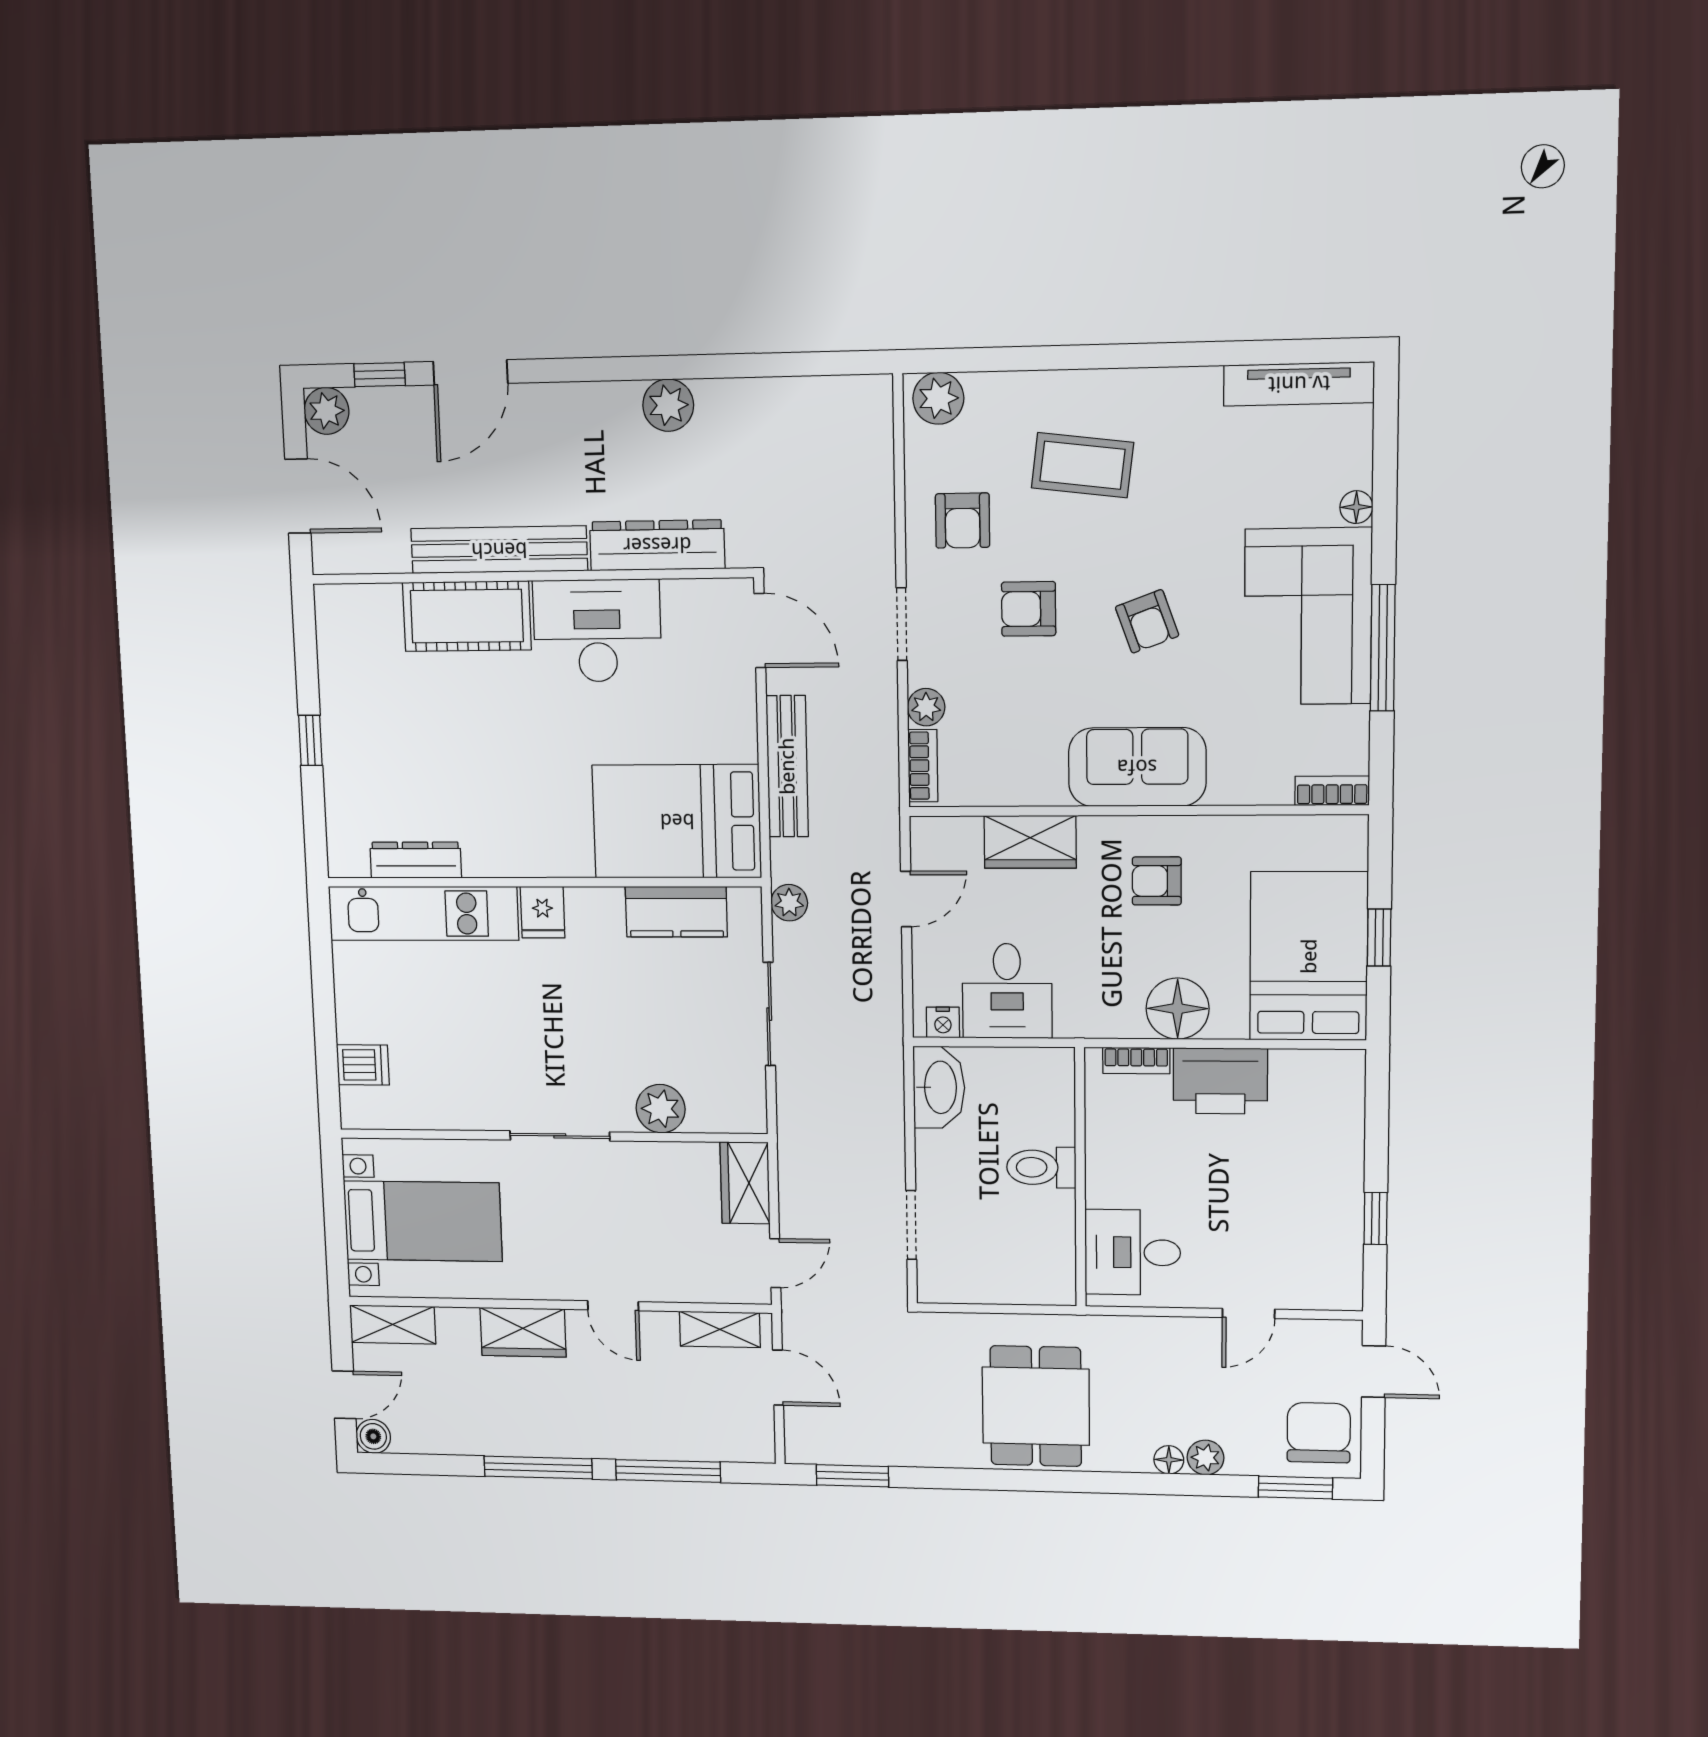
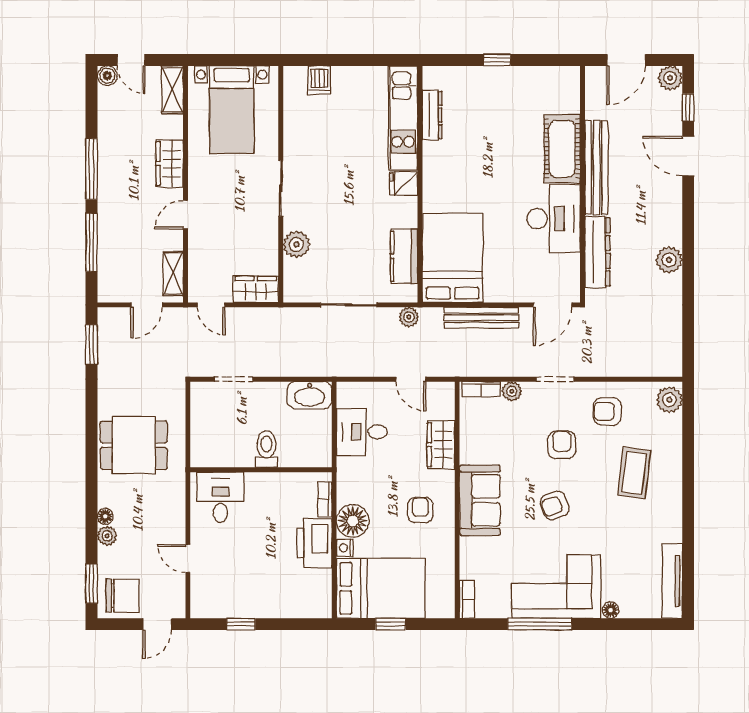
nightstand: (943, 1022) -> (345, 548), moved

